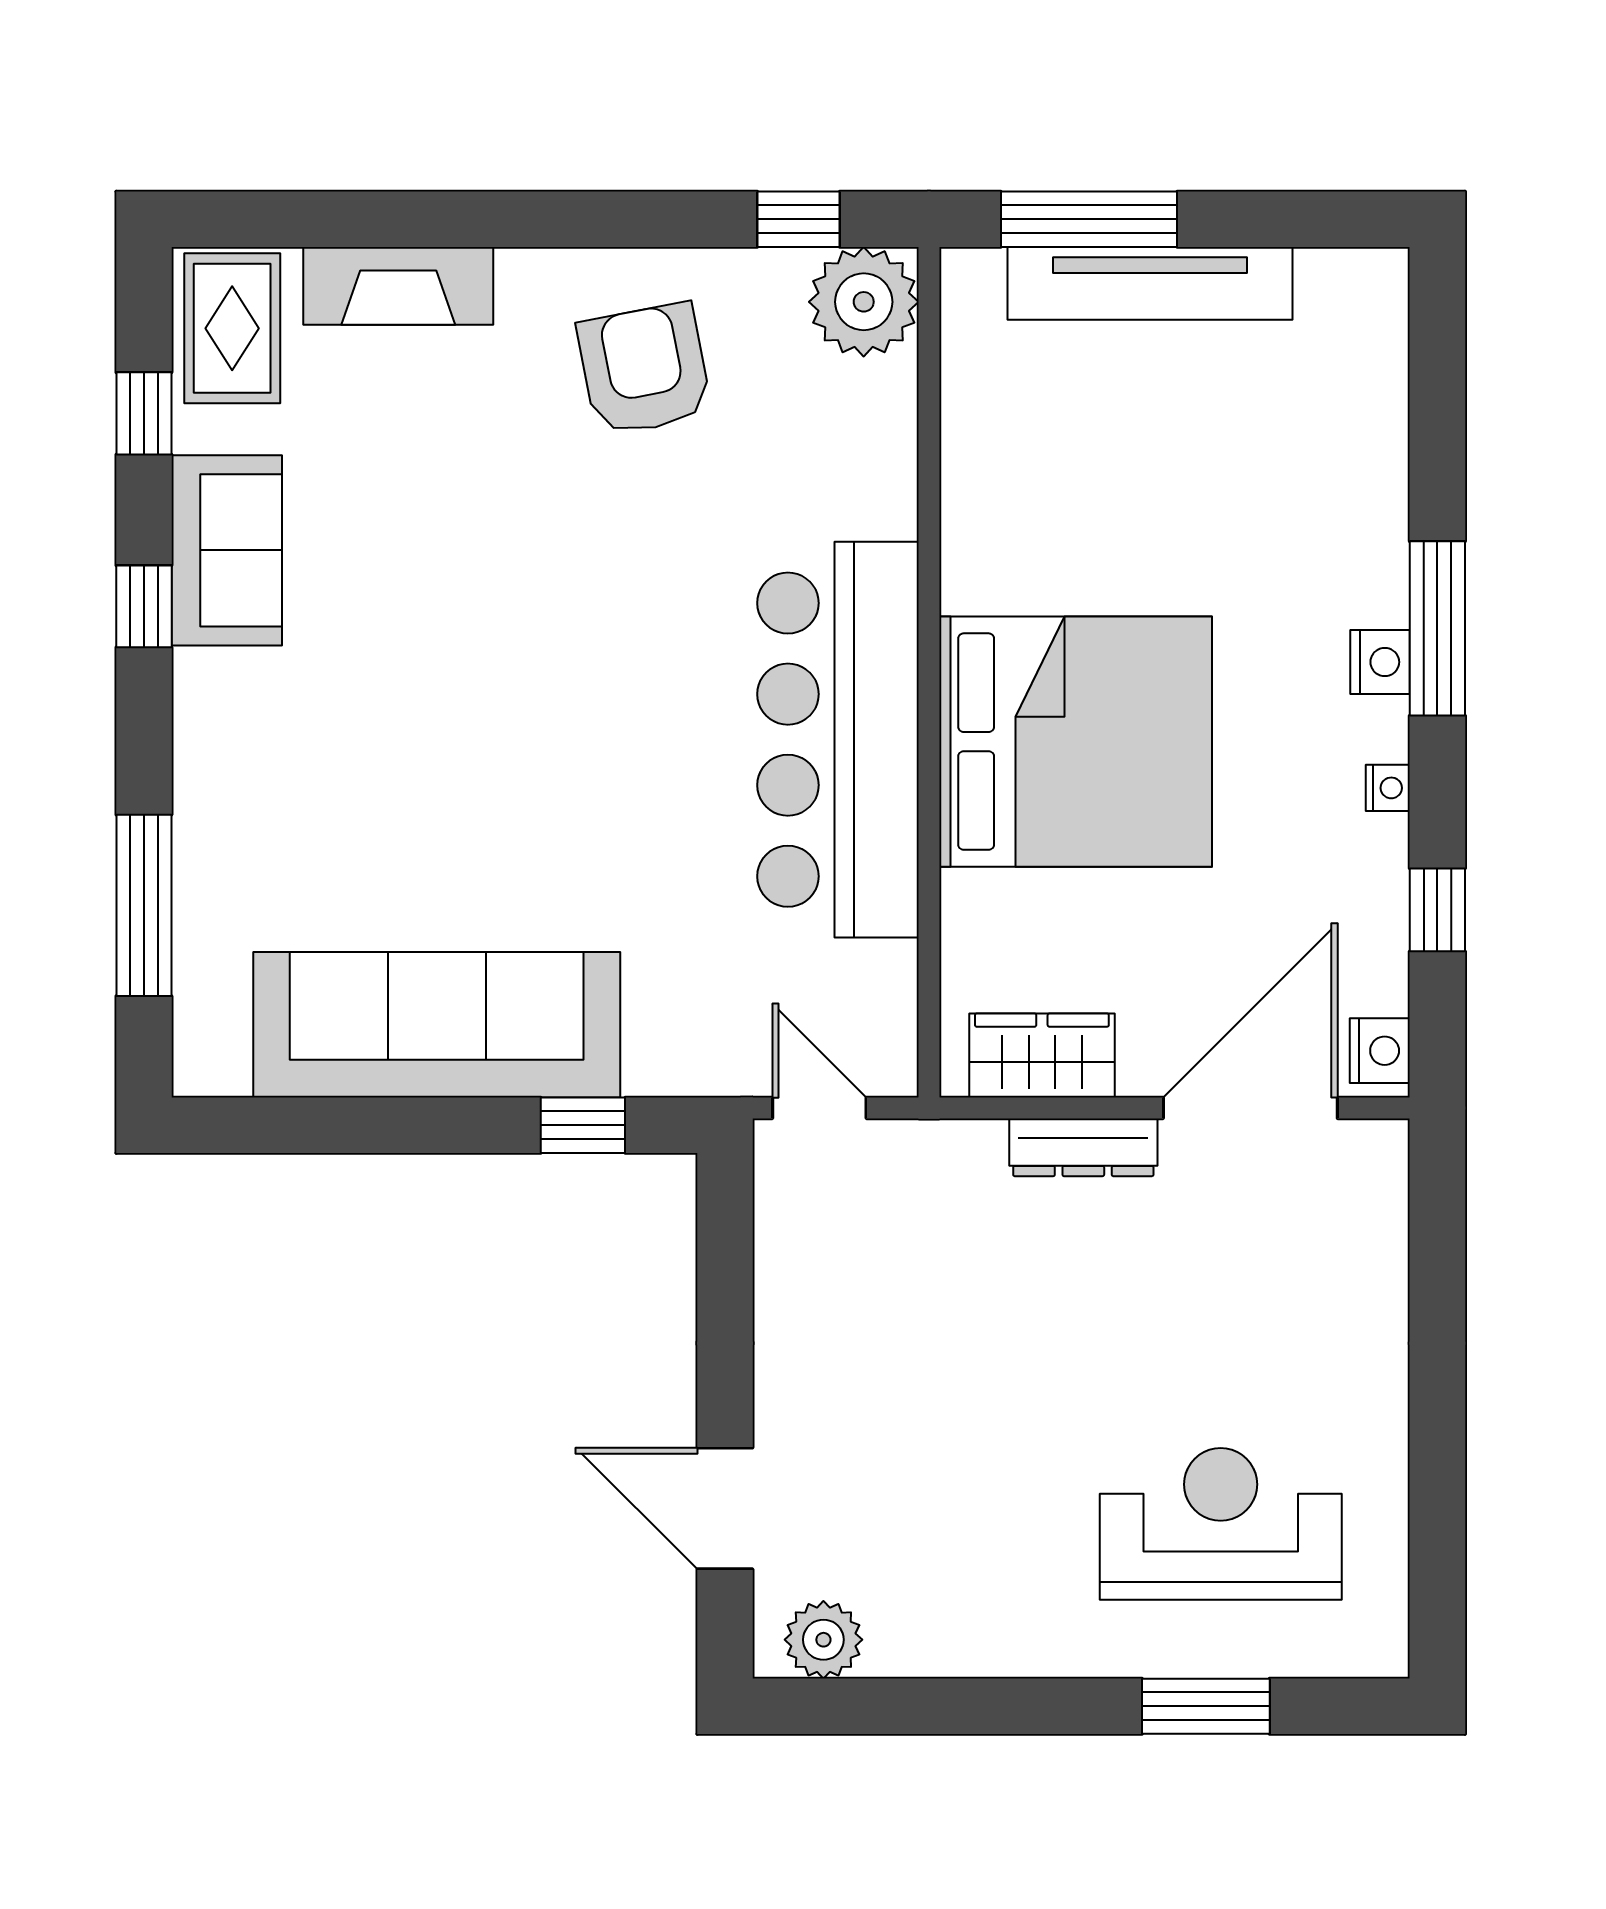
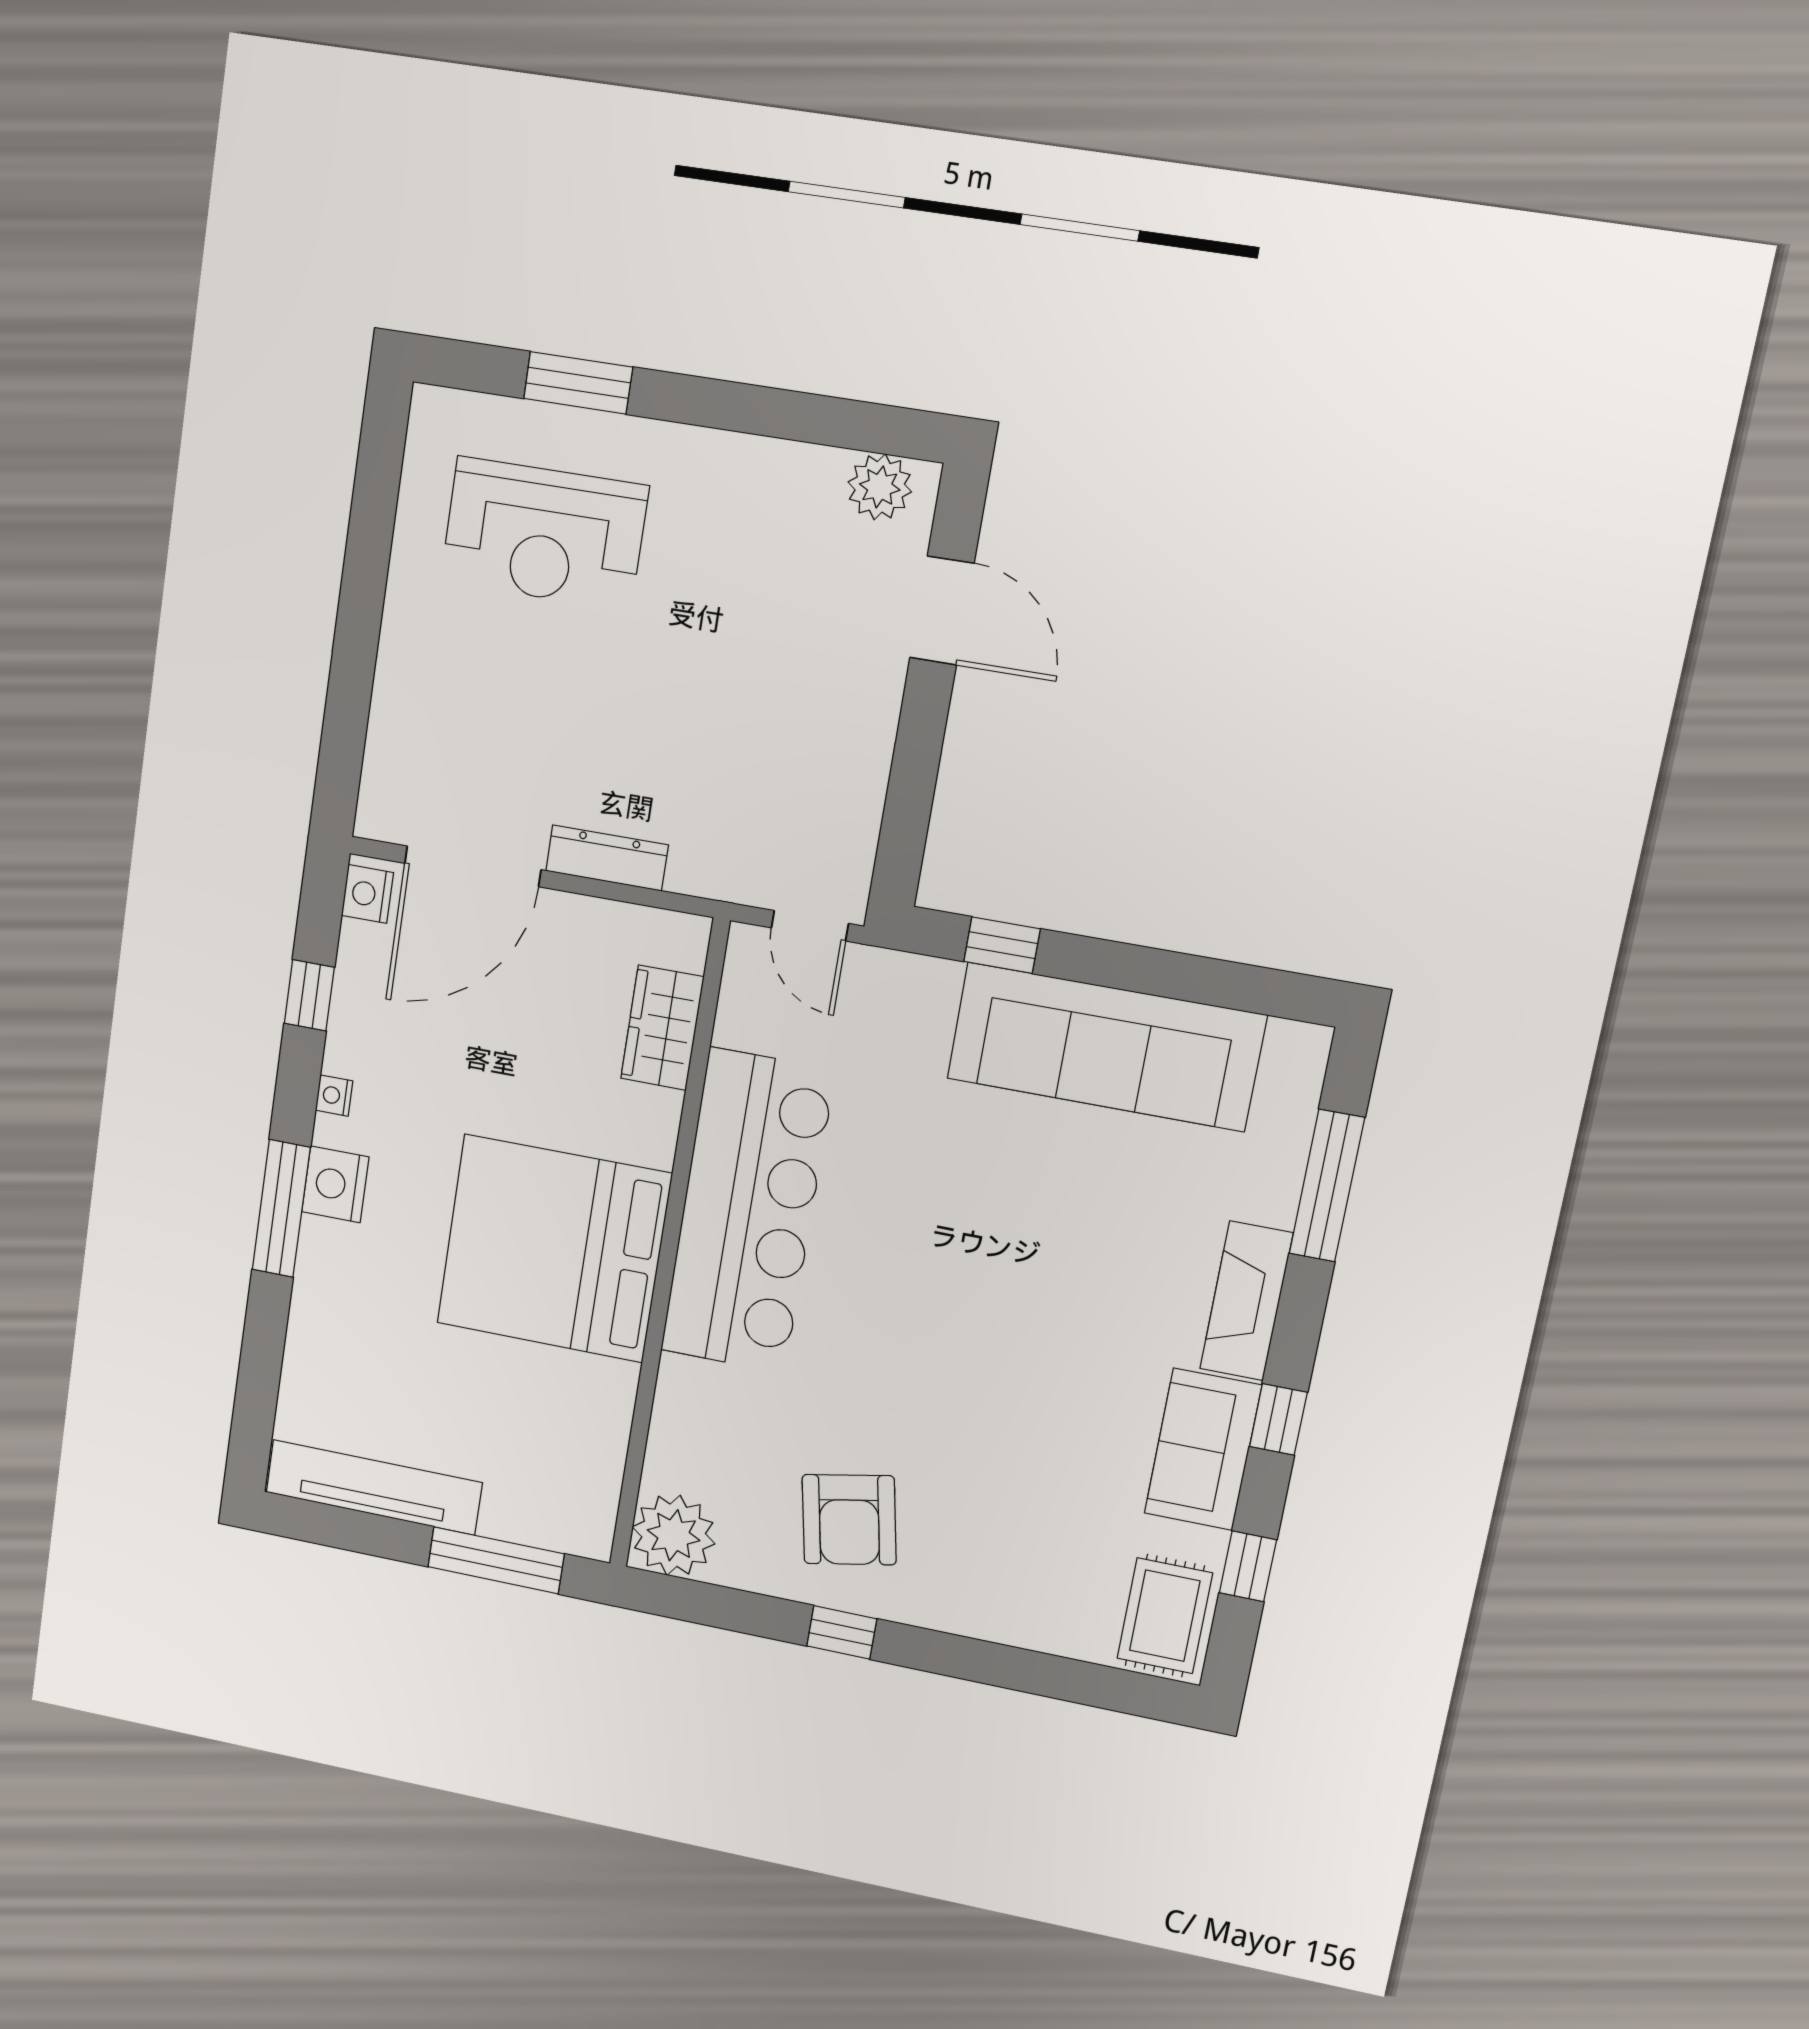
window: (799, 219) -> (842, 1632), moved
tv unit: (1150, 283) -> (374, 1487), moved
fireplace: (398, 286) -> (1246, 1301), moved, turned -90
nightstand: (1380, 662) -> (335, 1184), width x1.36, depth x1.33
bed: (1076, 742) -> (554, 1249), moved
wardrobe: (1042, 1056) -> (662, 1028), moved, turned 90

